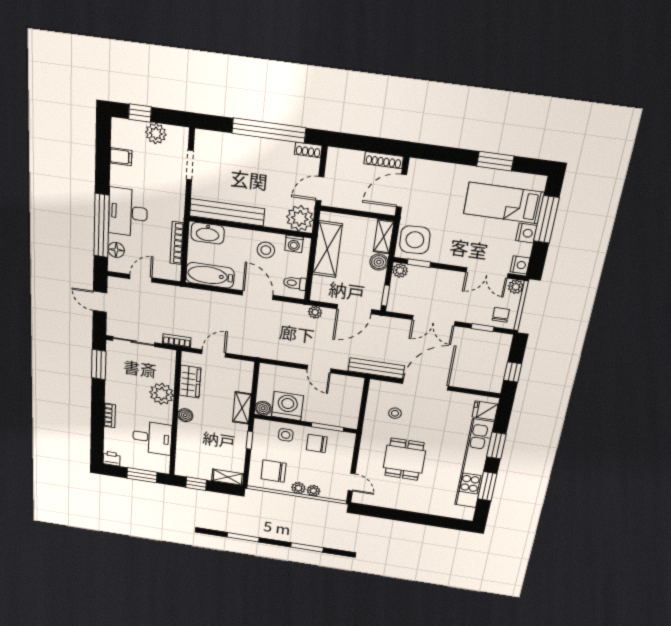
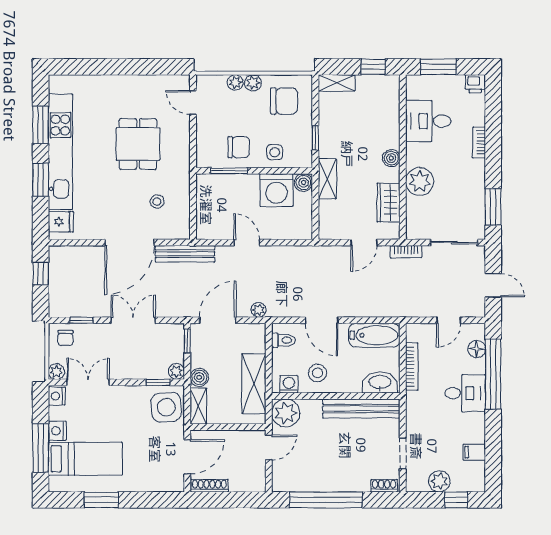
shoe rack: (308, 150) -> (384, 486), moved
desk: (128, 212) -> (465, 393), width x0.73

